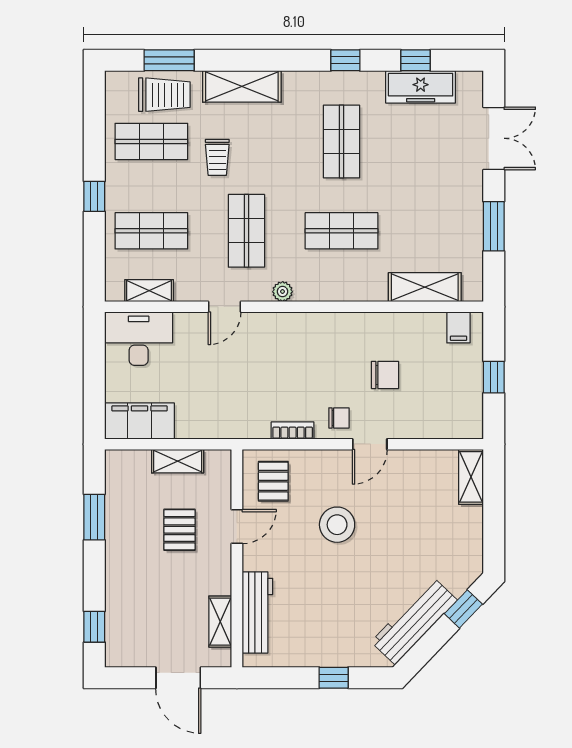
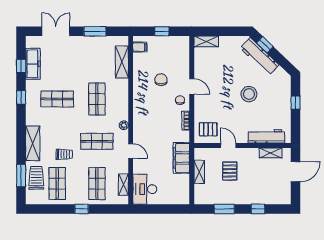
filing cabinet: (139, 421) -> (181, 158), moved
stool: (337, 525) -> (249, 94), moved
pallet: (180, 530) -> (230, 171), turned 90
workbench: (414, 621) -> (260, 56), moved
window: (94, 627) -> (258, 209), moved

